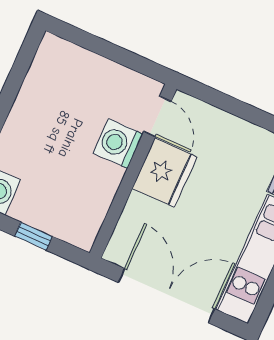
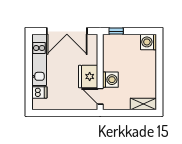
shelving: (69, 56) -> (143, 104), added
window: (34, 236) -> (116, 31), moved

